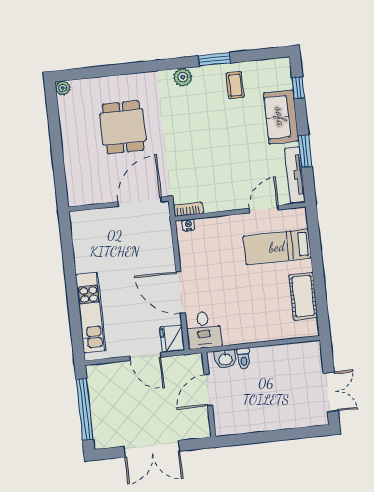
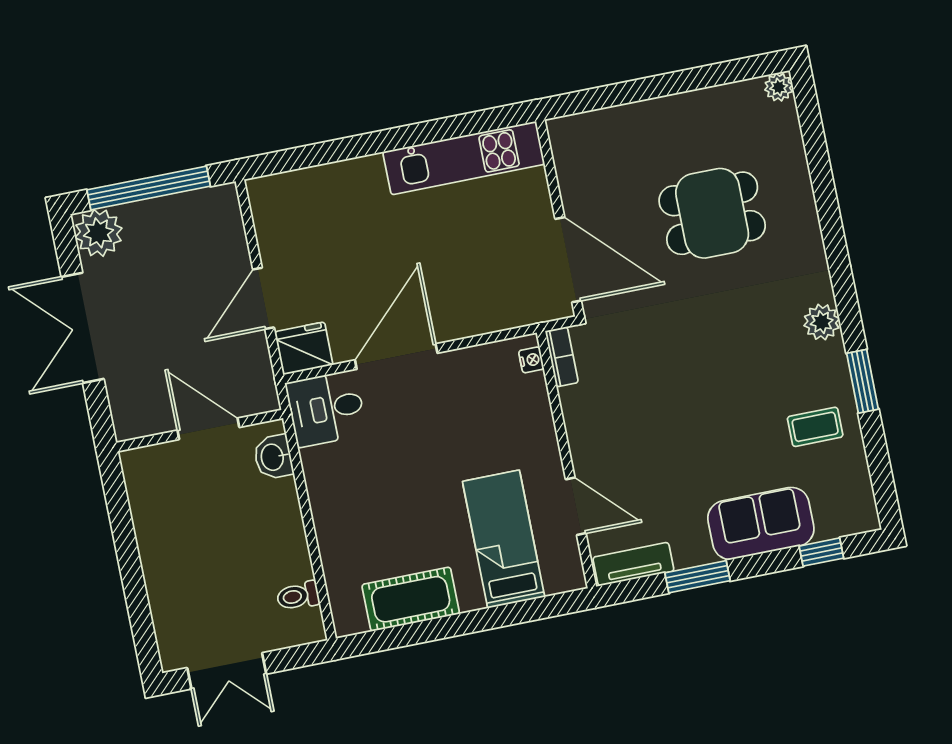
tv unit: (295, 175) -> (633, 564), width x0.71
kitchen unit: (91, 313) -> (464, 158), moved
toilet: (244, 358) -> (298, 596), moved
plant: (105, 436) -> (98, 233), added

